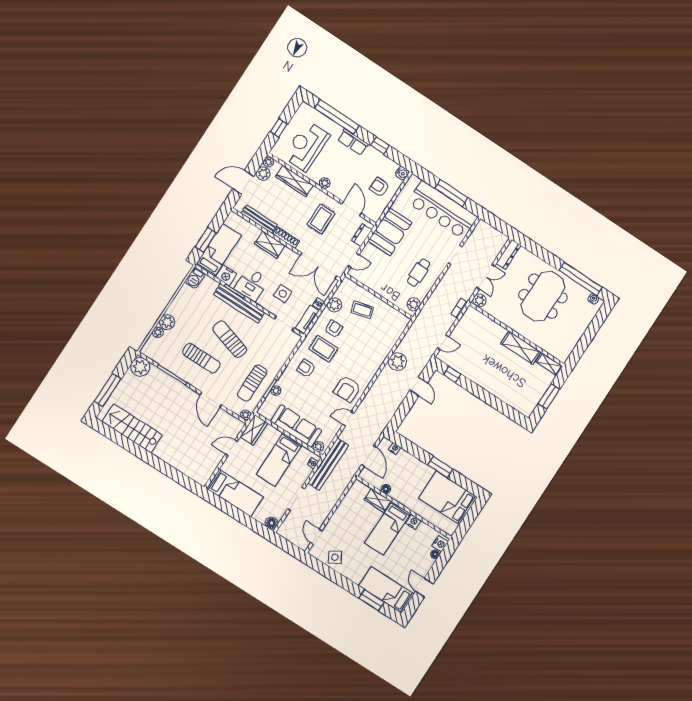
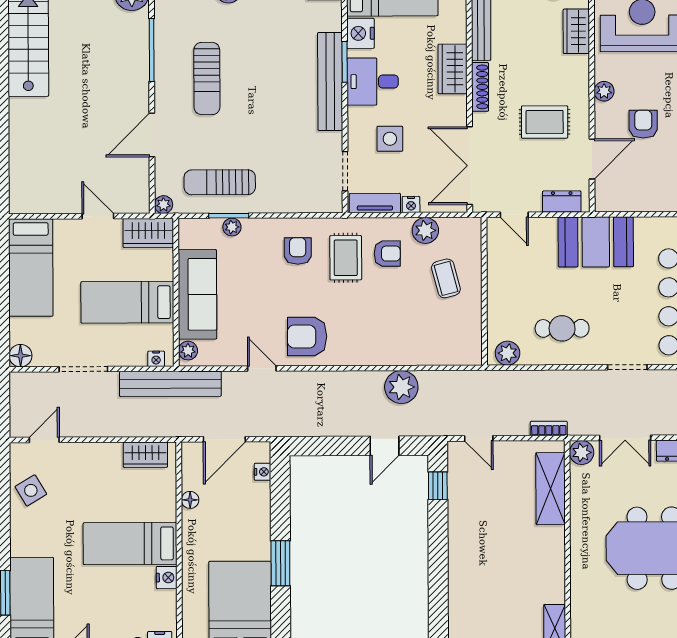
wardrobe: (294, 181) -> (576, 31), width x0.67
armchair: (379, 187) -> (643, 124), moved
sun lounger: (230, 339) -> (265, 103), removed
shelving: (521, 348) -> (550, 489), moved
wardrobe: (377, 500) -> (145, 455), moved, turned -90

